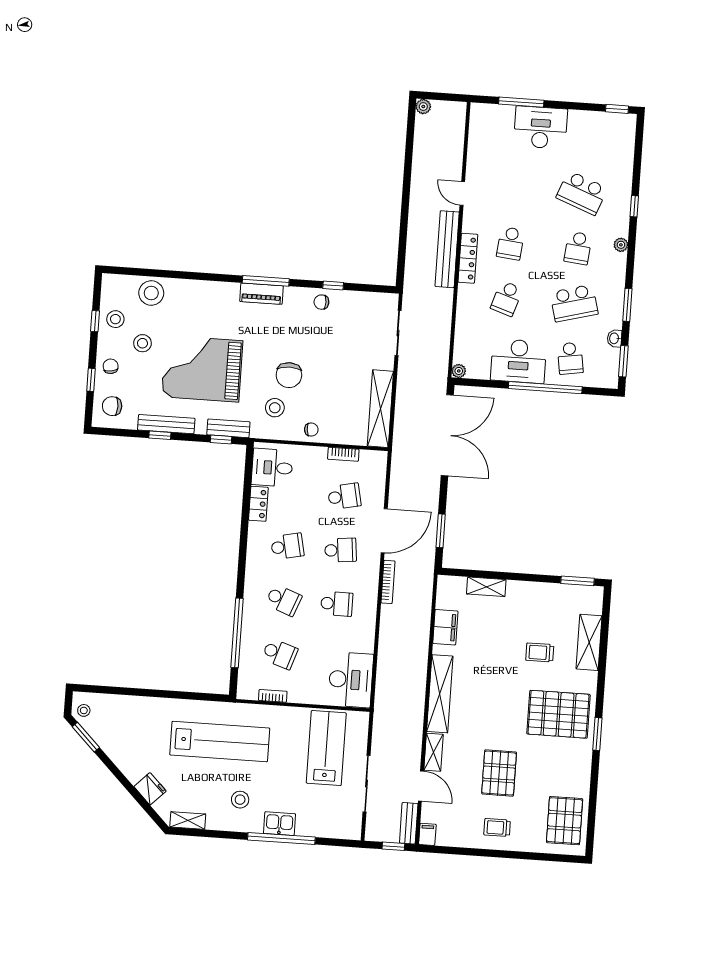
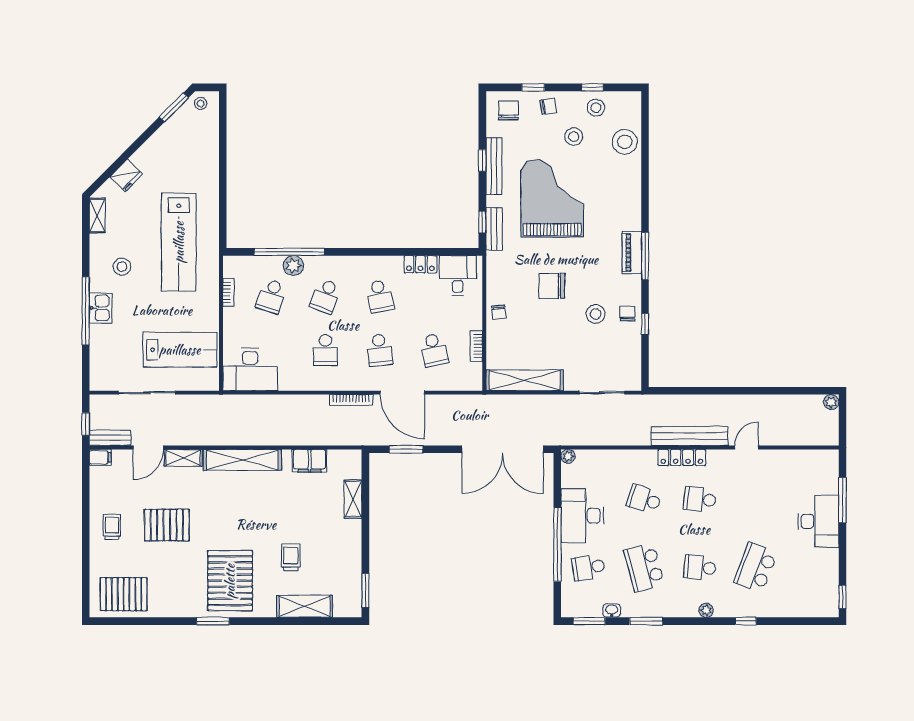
stool: (275, 408) -> (596, 314), moved
plant: (251, 630) -> (293, 266), added

